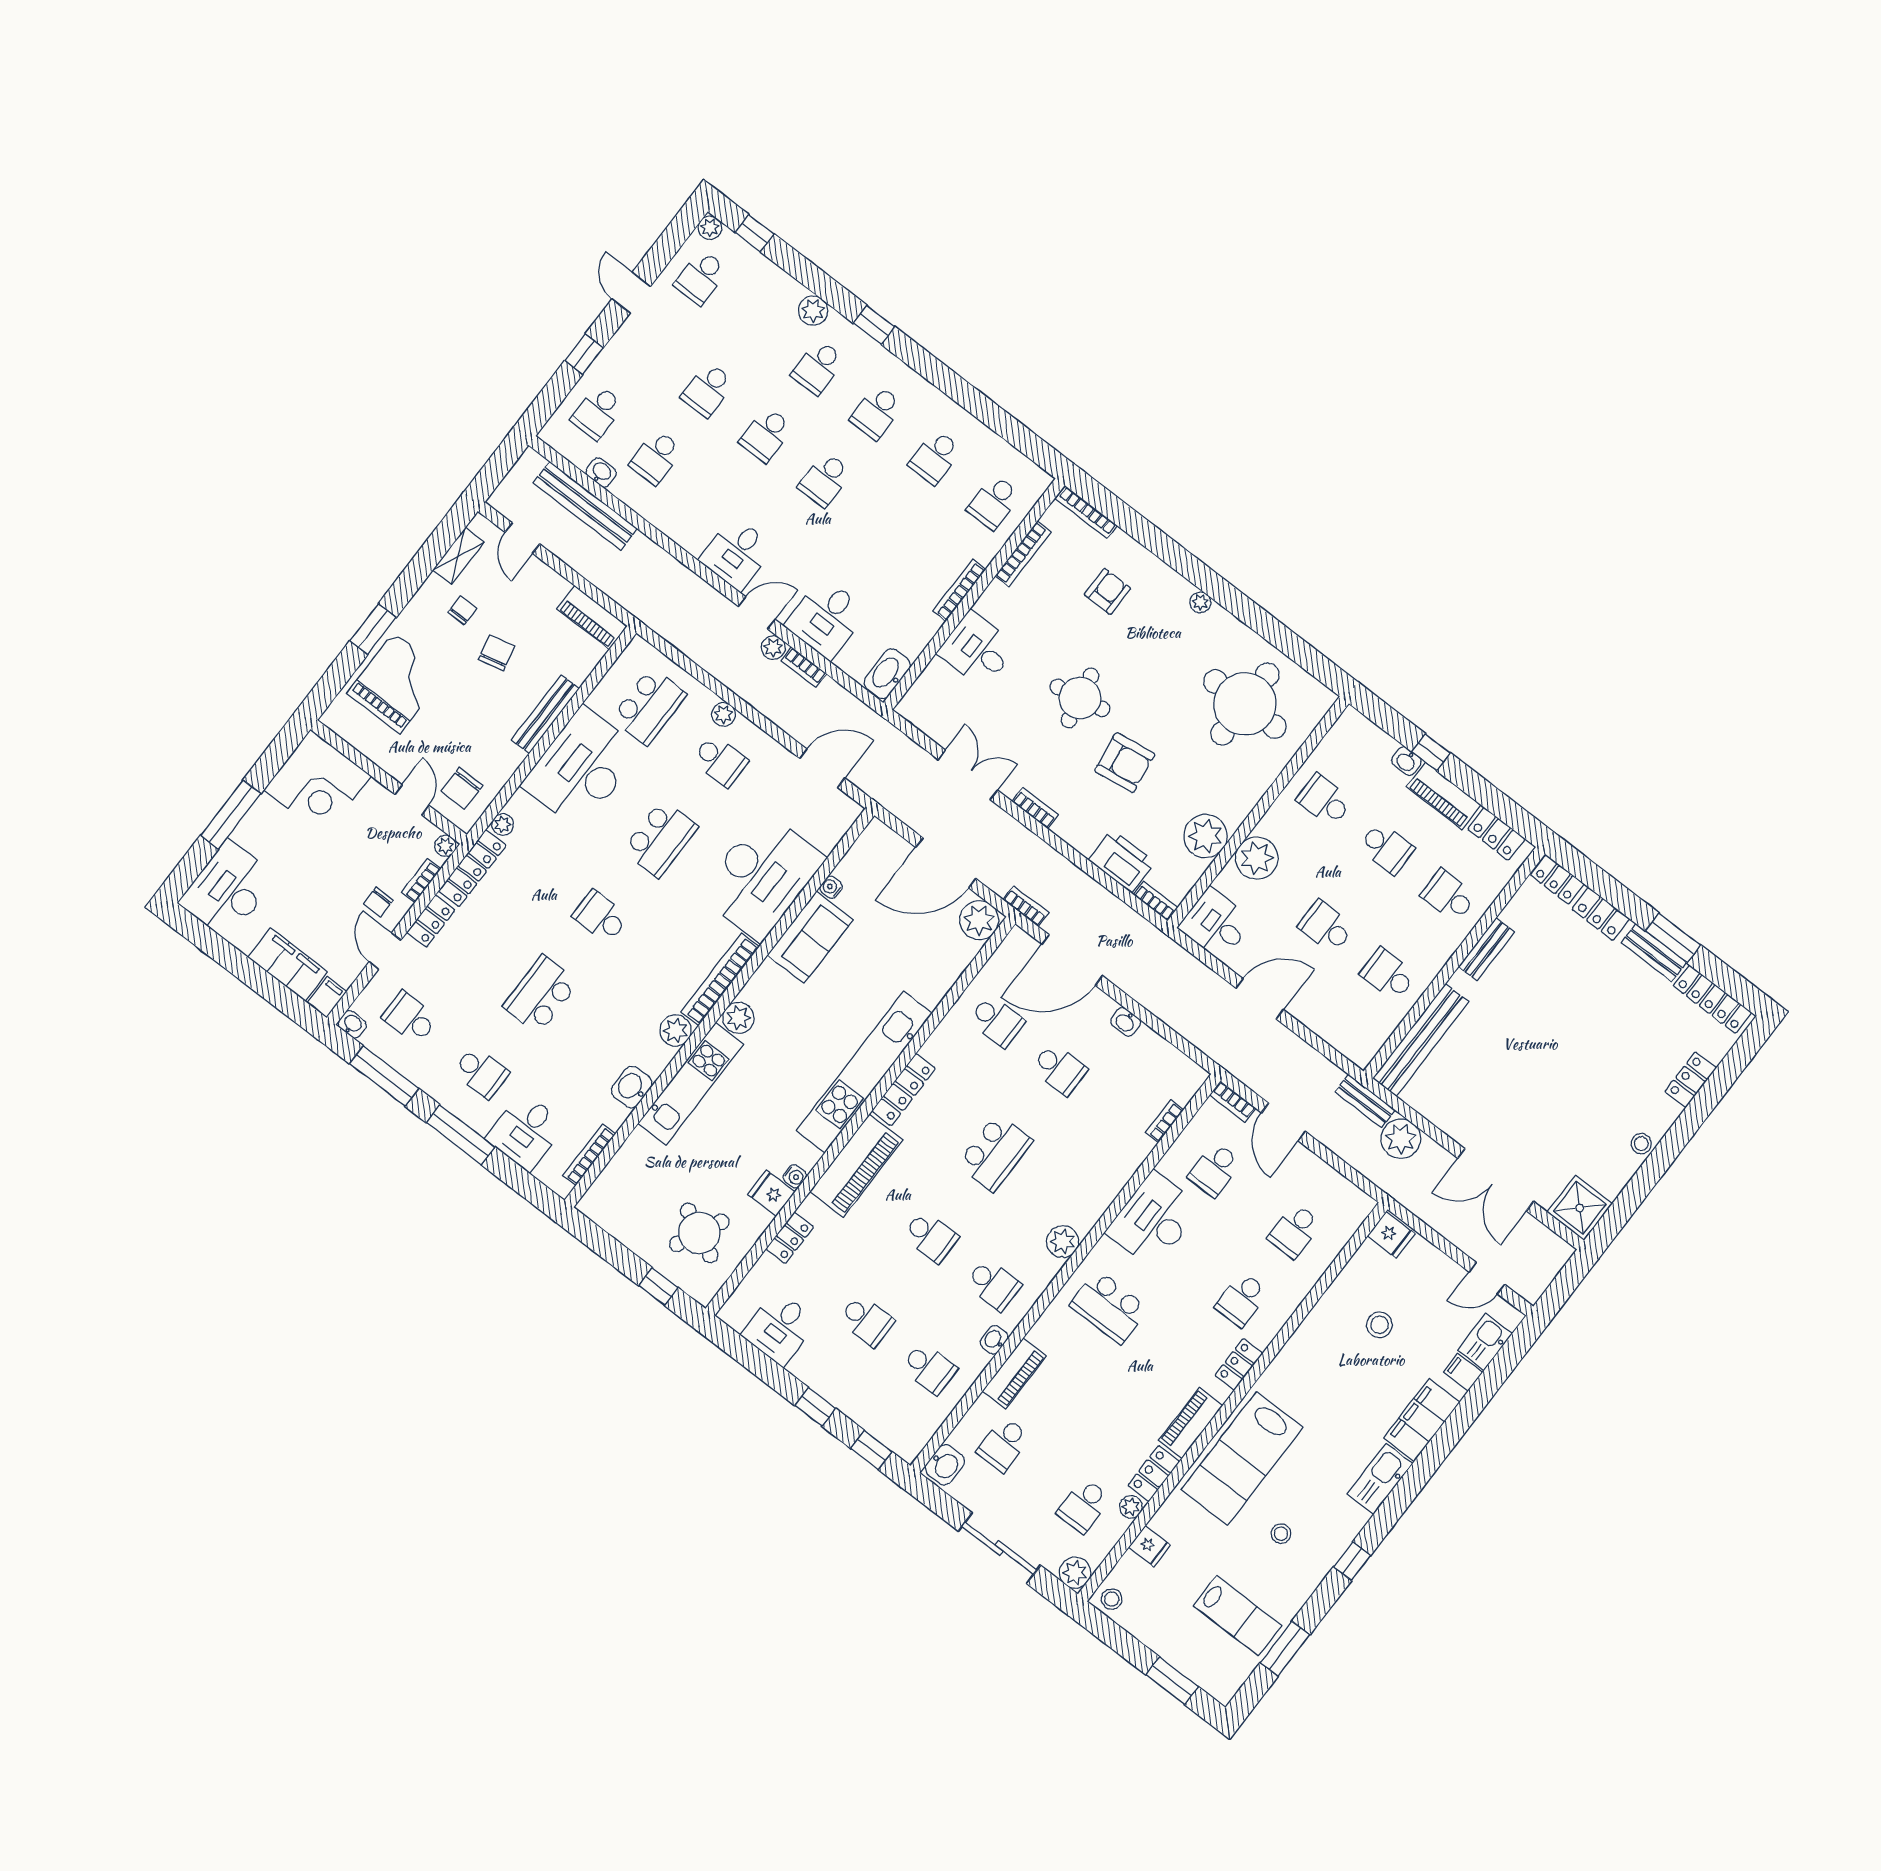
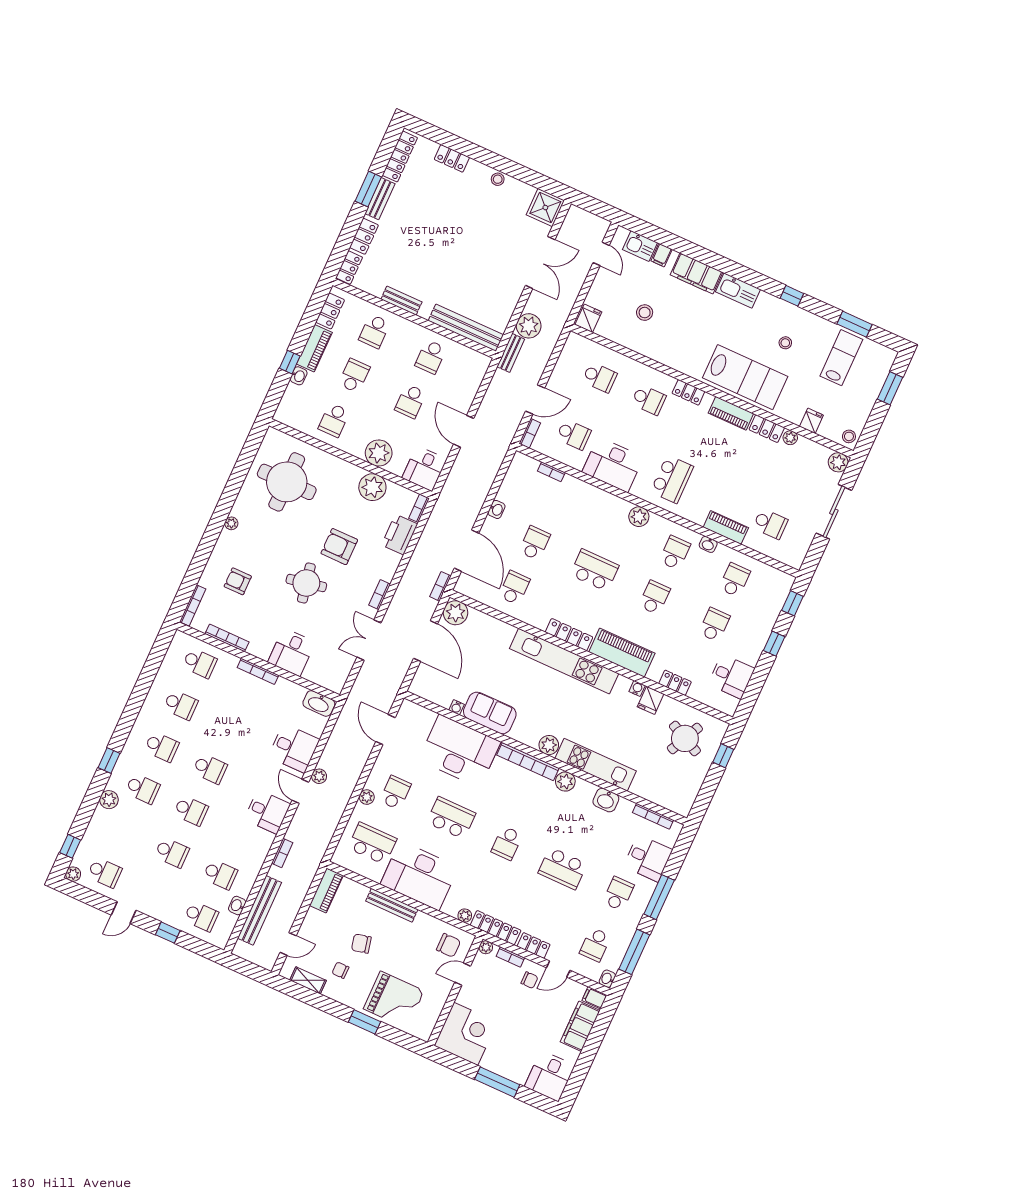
bookcase: (804, 667) -> (282, 853), moved
grand piano: (397, 683) -> (394, 1000), turned 180
armchair: (1125, 763) -> (339, 547), turned -82
desk: (228, 890) -> (550, 1076), width x0.73
washbasin: (945, 1465) -> (791, 557), removed
school desk: (1084, 1506) -> (796, 467), removed

